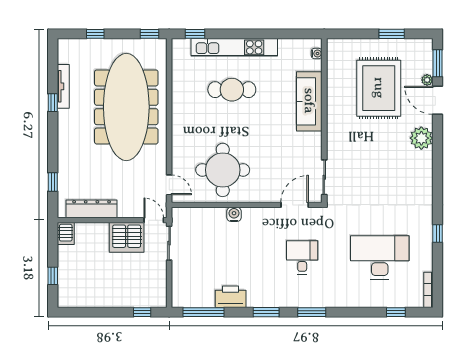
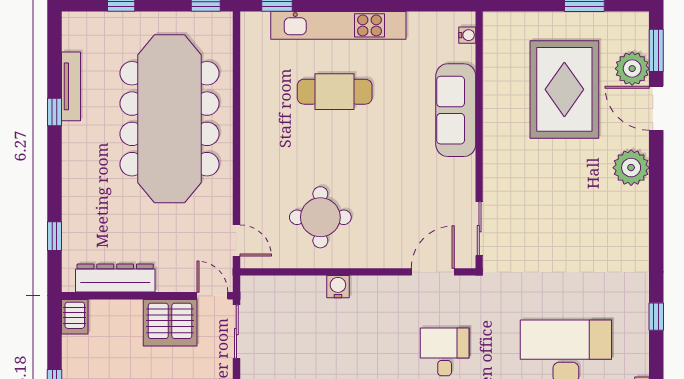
plant: (427, 80) -> (632, 69), width x1.88, depth x1.88
round table: (223, 170) -> (320, 217), width x0.73, depth x0.73

